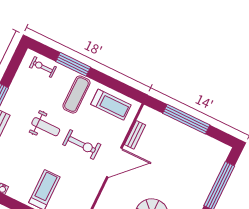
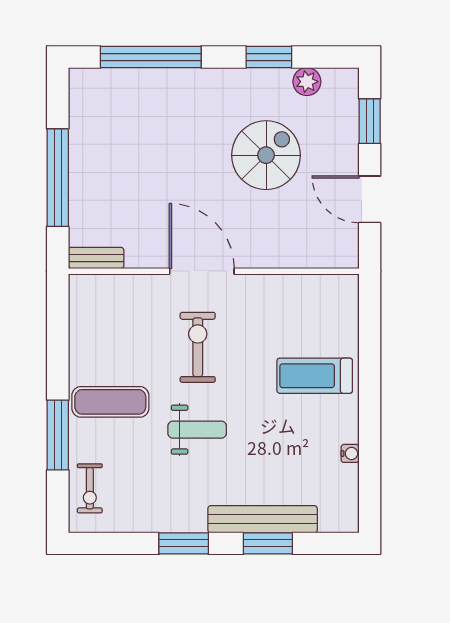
treadmill: (111, 105) -> (98, 329), removed
weight bench: (46, 127) -> (197, 430), turned 90
bench: (135, 135) -> (96, 258), moved

